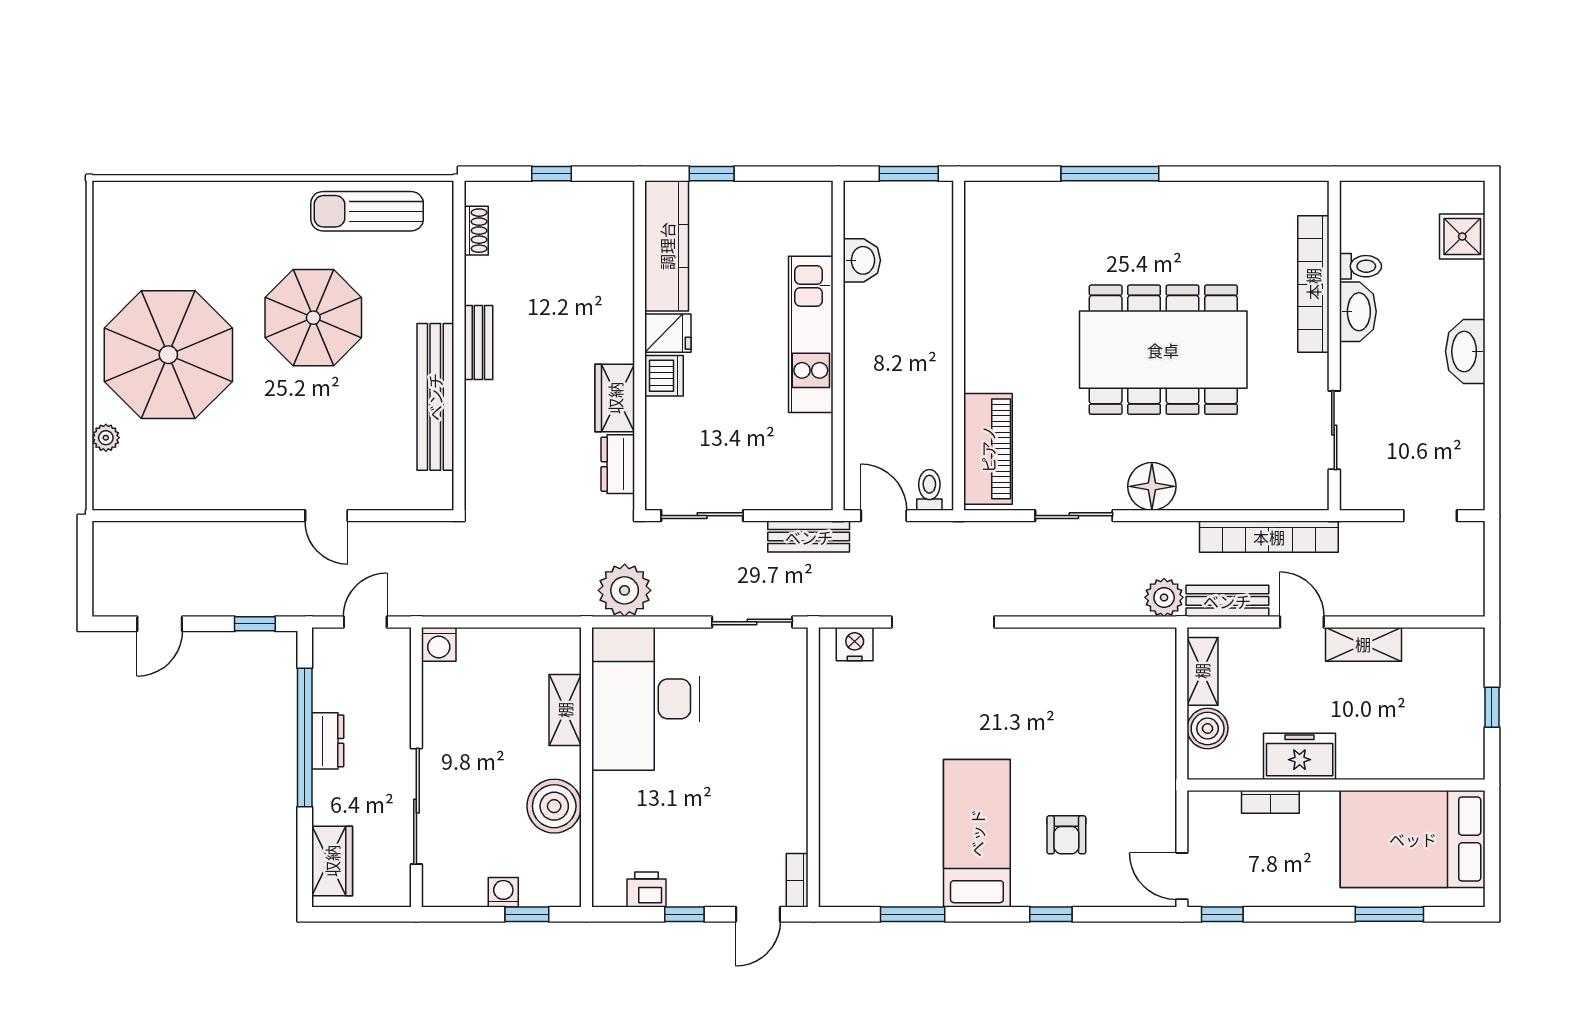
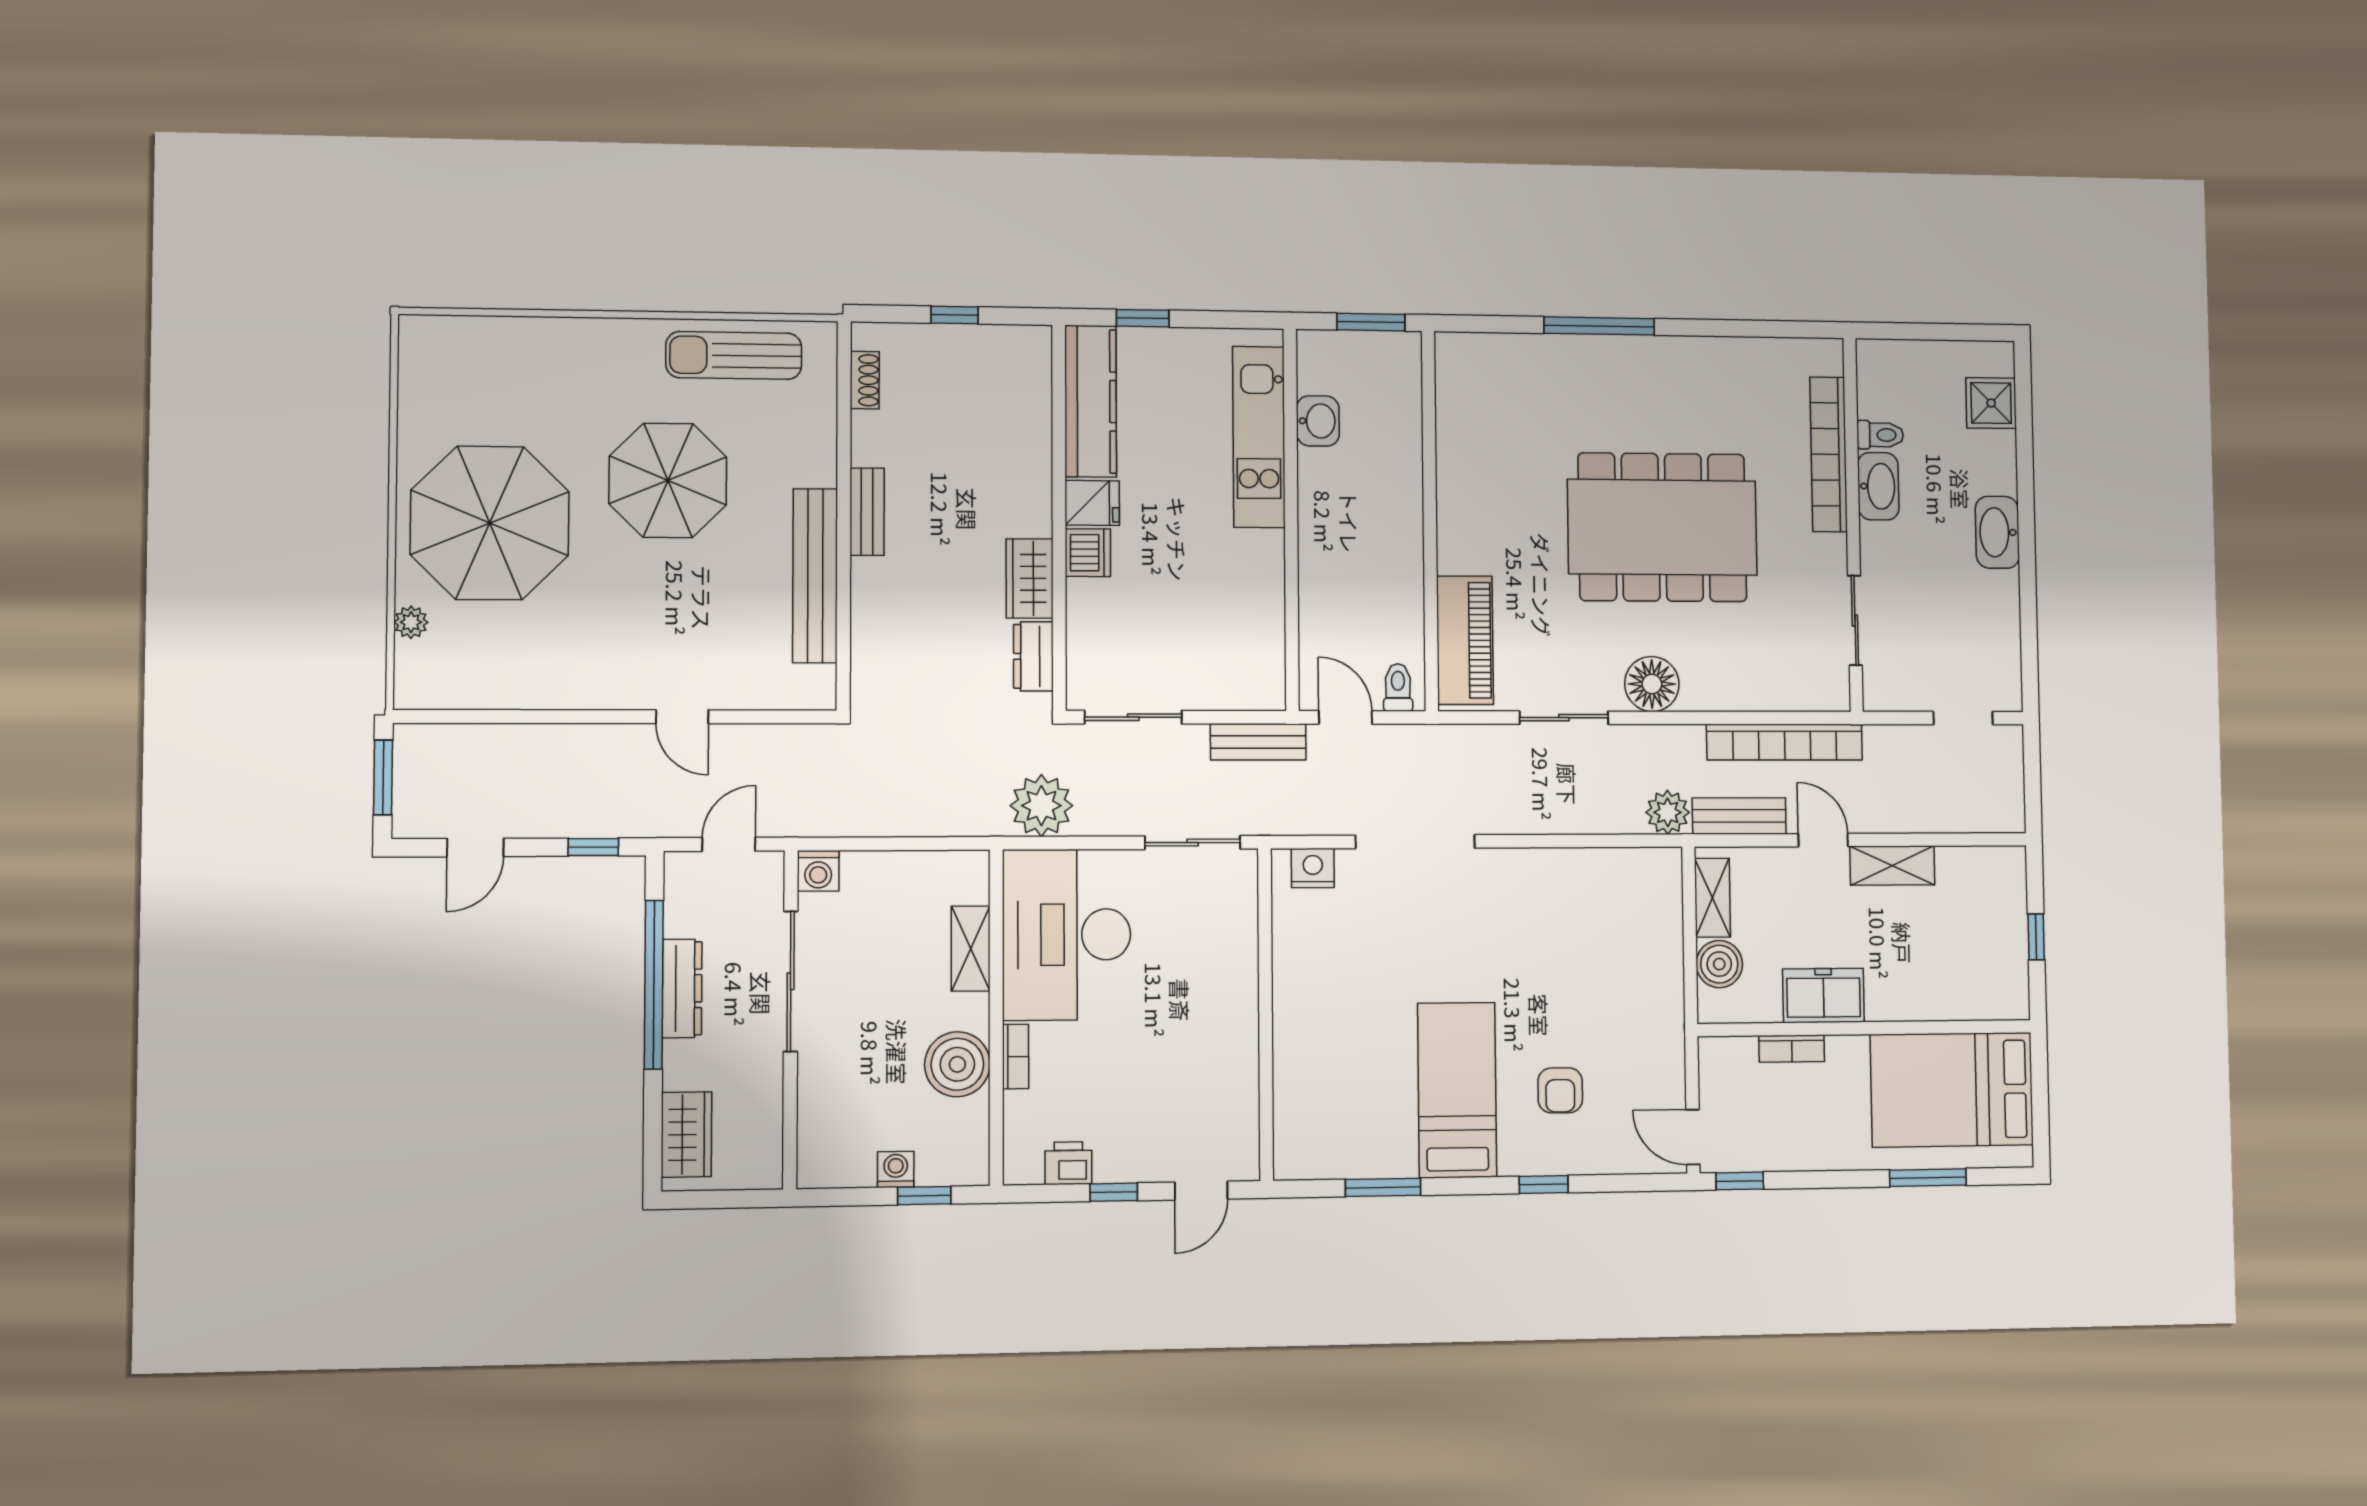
kitchen unit: (811, 334) -> (1259, 437), moved
window: (85, 566) -> (383, 777), added
dresser: (328, 741) -> (682, 988), width x1.44
sliding door: (416, 806) -> (791, 981), moved
bookcase: (797, 880) -> (1016, 1056), moved, turned 180

